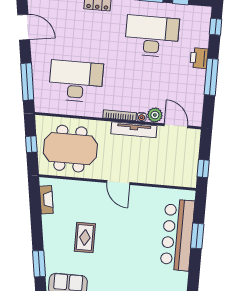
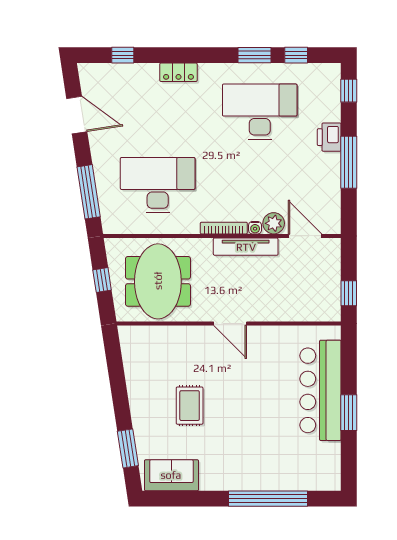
meeting table: (70, 149) -> (158, 281), turned 90
fireplace: (46, 200) -> (130, 357), removed
window: (197, 236) -> (349, 413), moved

